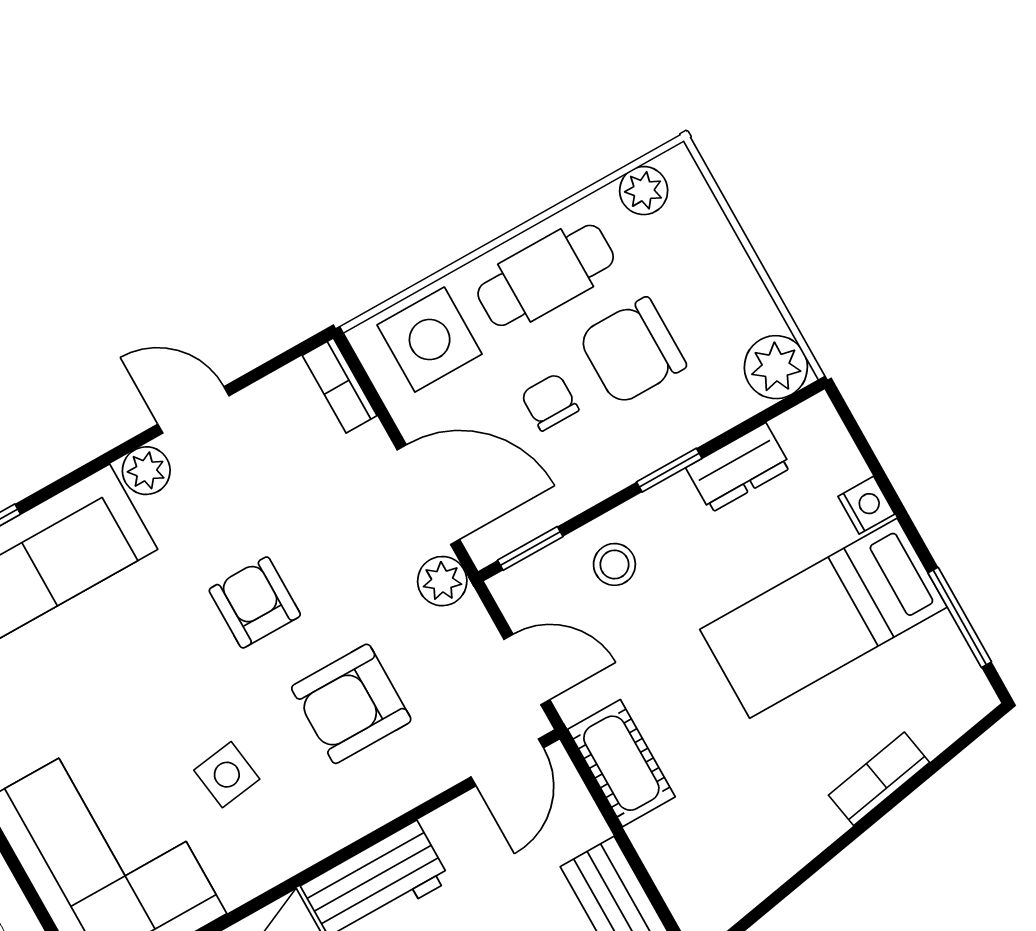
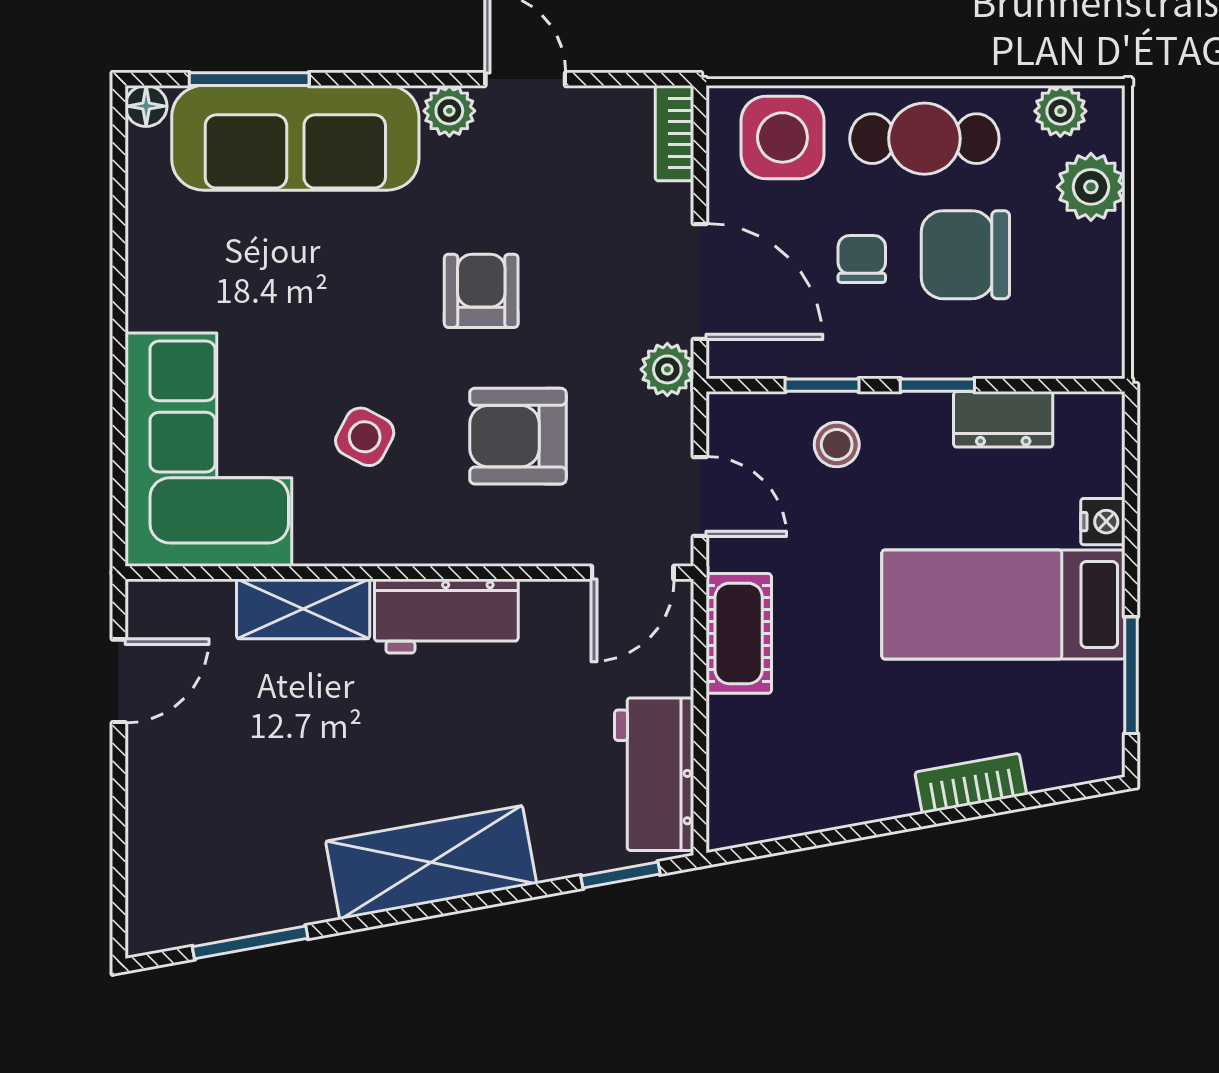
plant: (776, 367) -> (1091, 187), moved
window: (530, 548) -> (822, 385), moved
side table: (227, 775) -> (365, 437), turned 36

